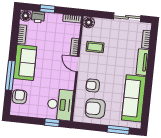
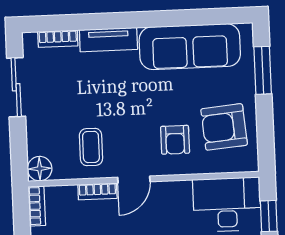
armchair: (95, 108) -> (224, 127), turned 85

